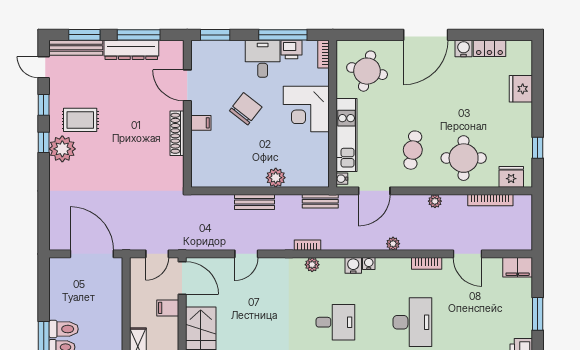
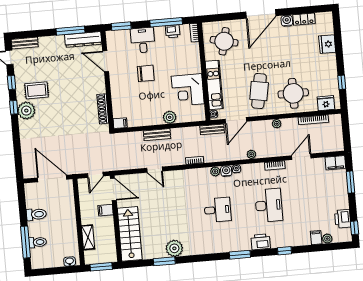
window: (84, 35) -> (34, 34), removed
bench: (76, 48) -> (25, 43), width x0.73
dresser: (131, 50) -> (83, 39), moved
desk: (263, 59) -> (143, 40), moved
chair: (246, 109) -> (146, 73), turned 52
corner desk: (306, 109) -> (188, 90), moved
filing cabinet: (201, 123) -> (120, 123), moved
shoe rack: (177, 133) -> (103, 109), moved
cafe table: (413, 150) -> (259, 91), width x1.37, depth x1.35
bench: (320, 201) -> (212, 129), moved
door: (246, 254) -> (155, 170), hinge flipped
door: (467, 254) -> (301, 157), swing flipped
plant: (312, 265) -> (215, 171), moved
window: (538, 314) -> (350, 182), moved
toilet: (64, 329) -> (36, 214), moved

